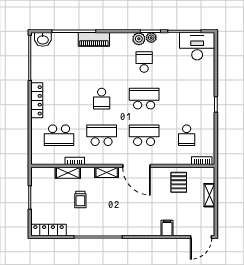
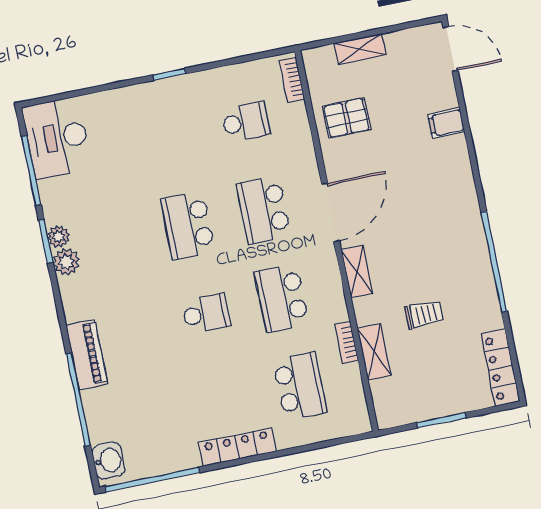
school desk: (144, 62) -> (112, 241), removed

